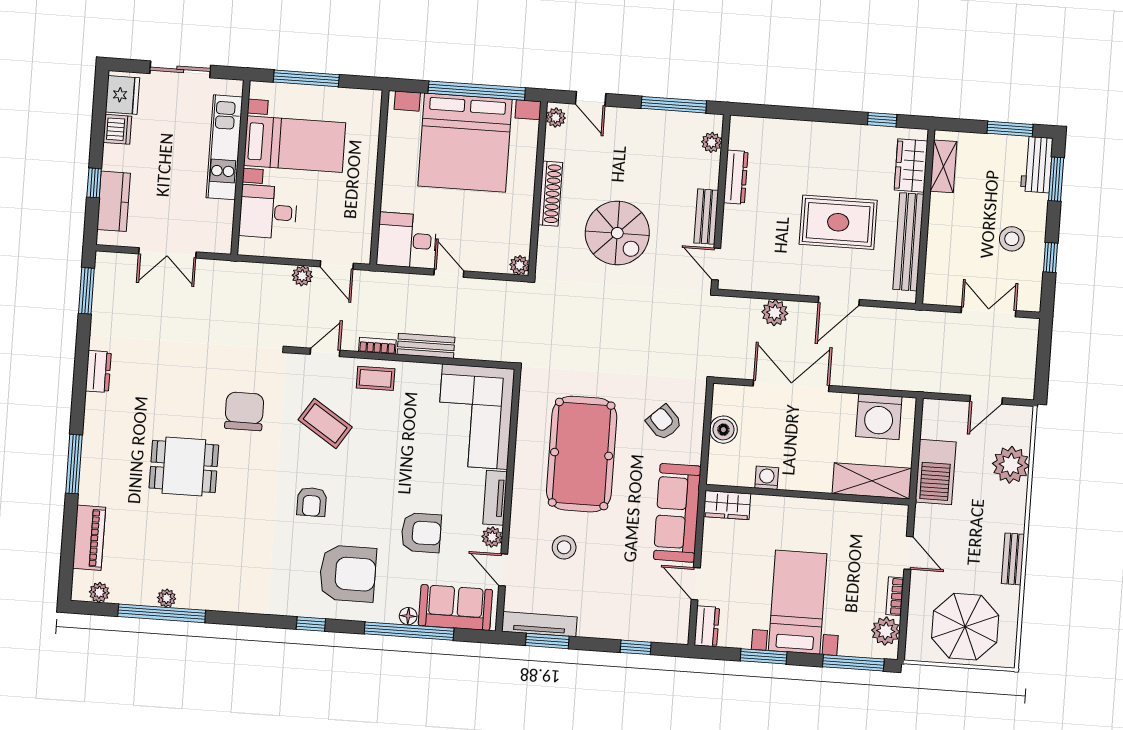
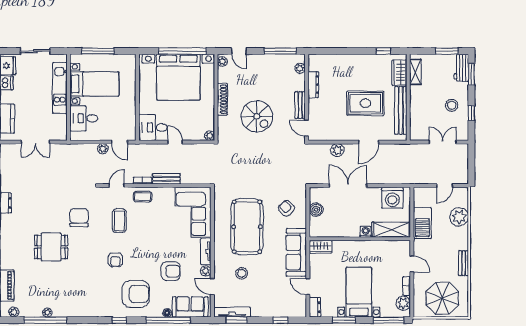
coffee table: (325, 423) -> (119, 221), turned 57
washing machine: (767, 478) -> (366, 232), moved

